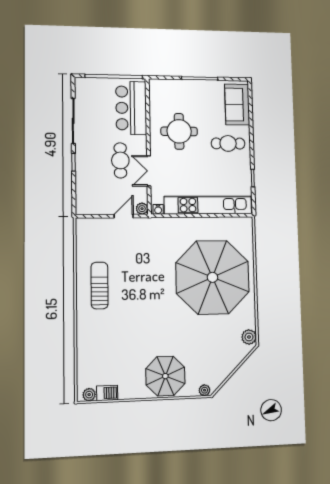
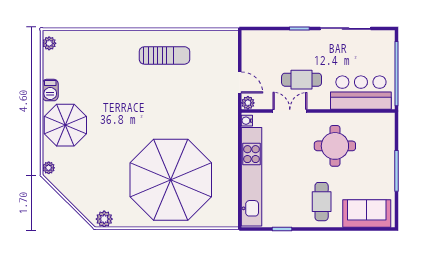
barbecue: (107, 393) -> (50, 90), moved

